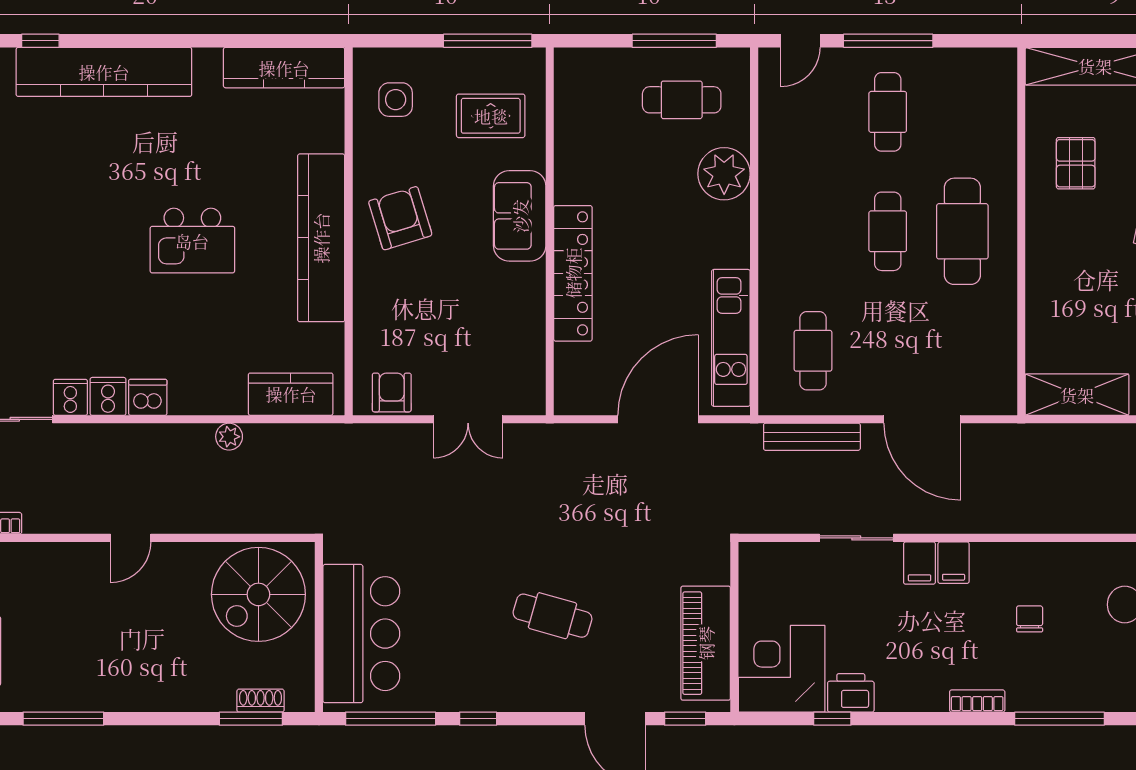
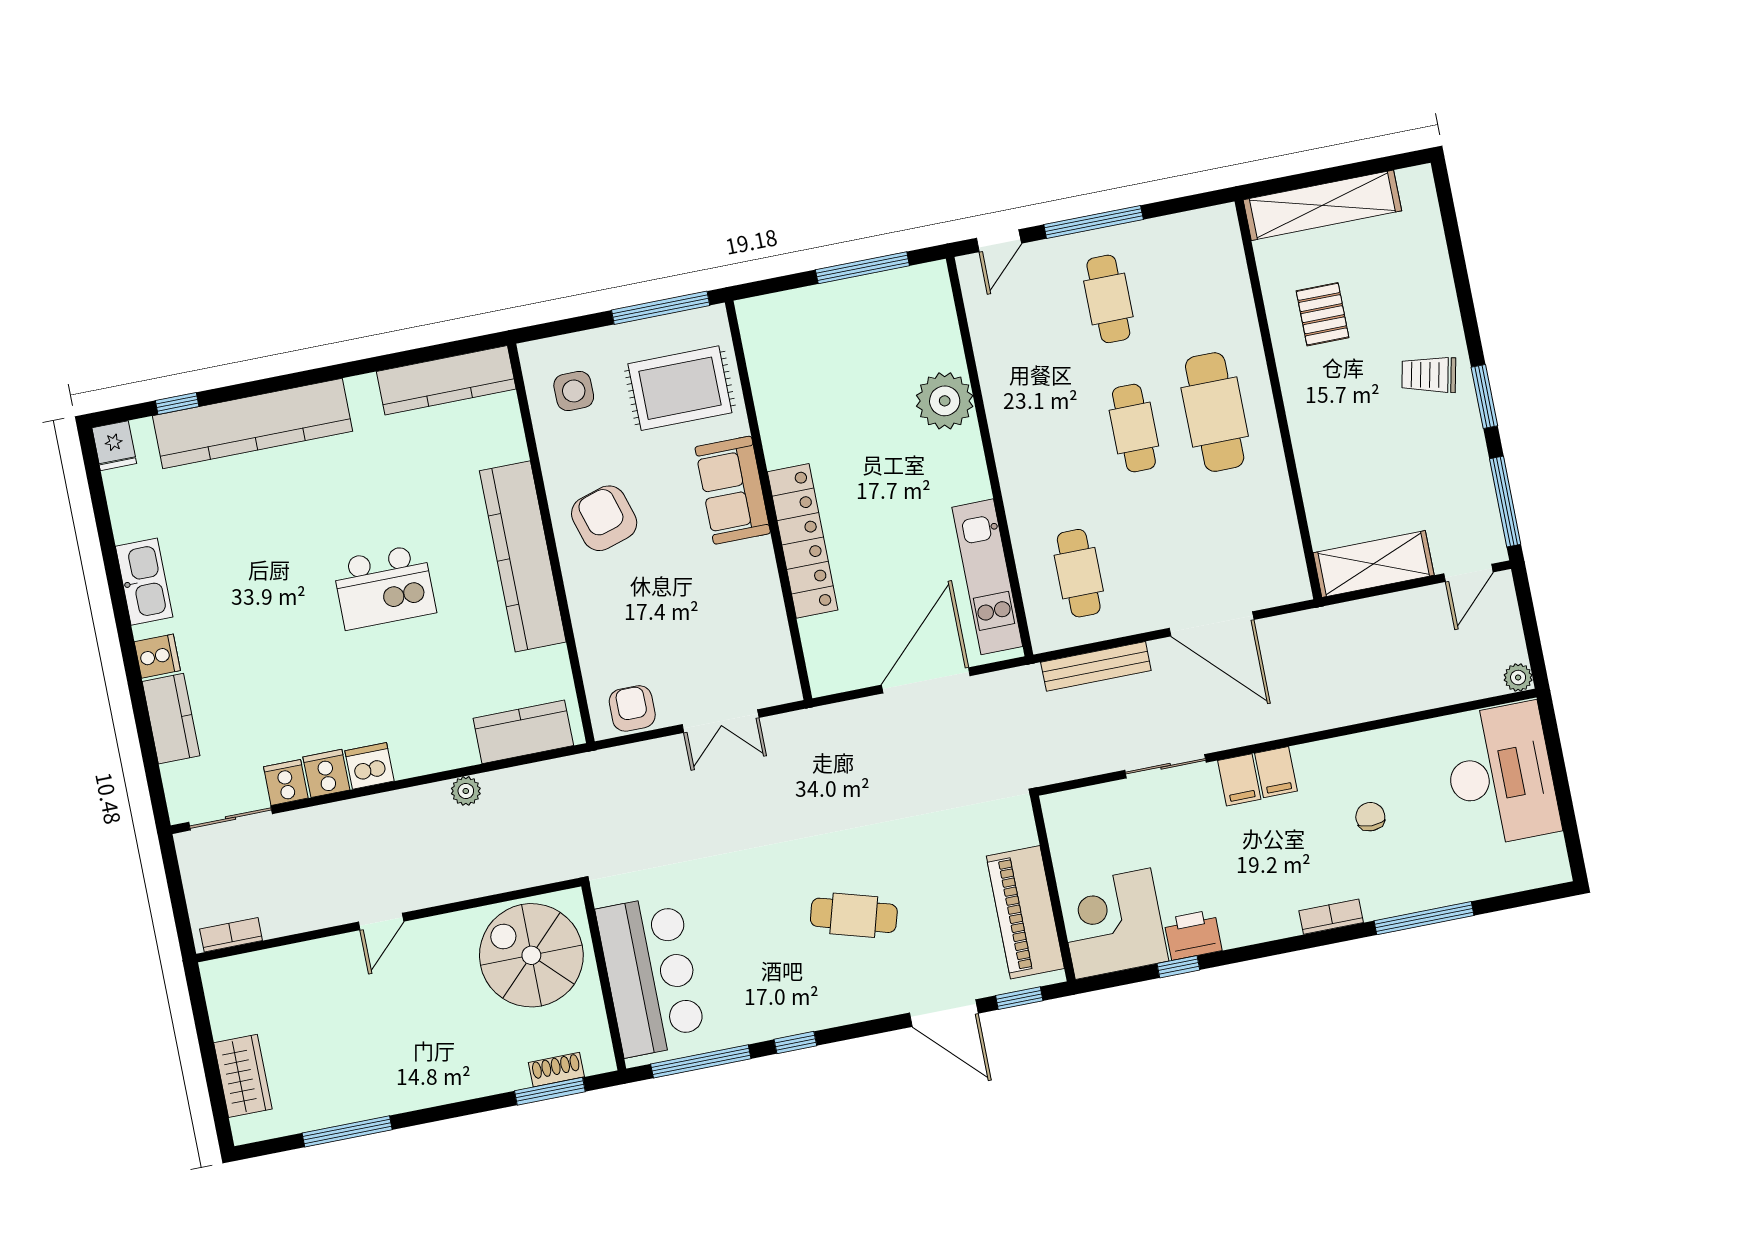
cafe table: (682, 100) -> (883, 330), removed
rug: (491, 116) -> (680, 388), width x1.36, depth x1.43
spiral stairs: (258, 594) -> (531, 955), turned 90

